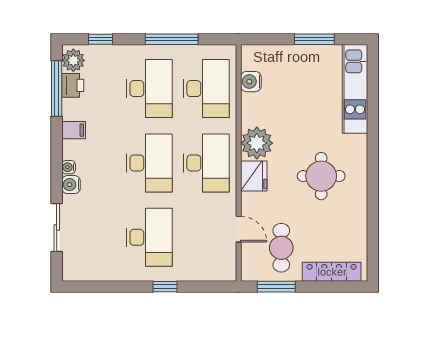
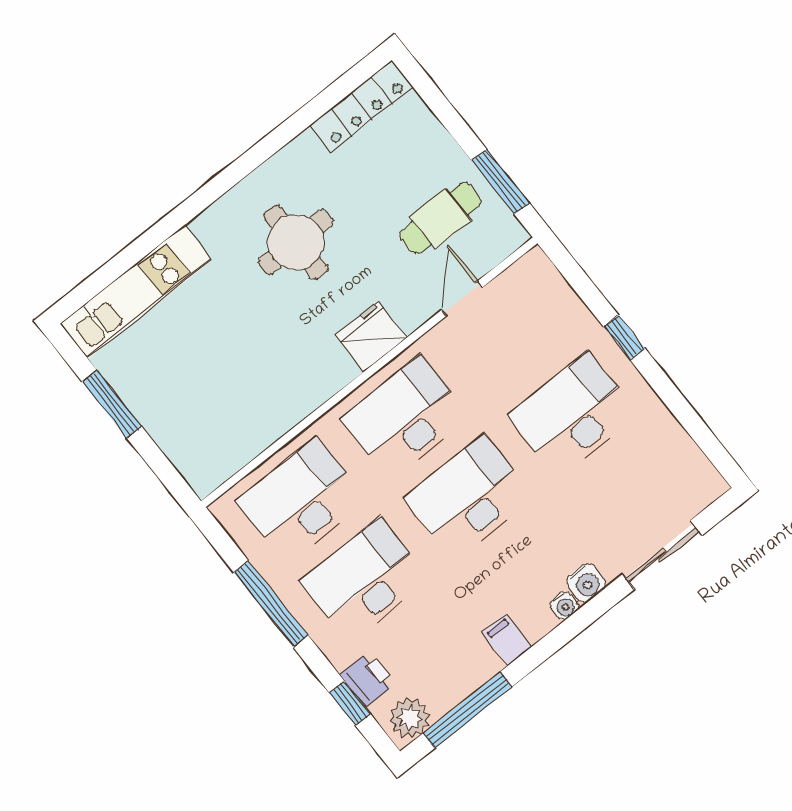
water cooler: (251, 82) -> (242, 446), removed
printer: (73, 85) -> (367, 679), moved, turned 90
plant: (257, 143) -> (321, 369), removed
locker: (332, 272) -> (361, 106), moved, turned -90

